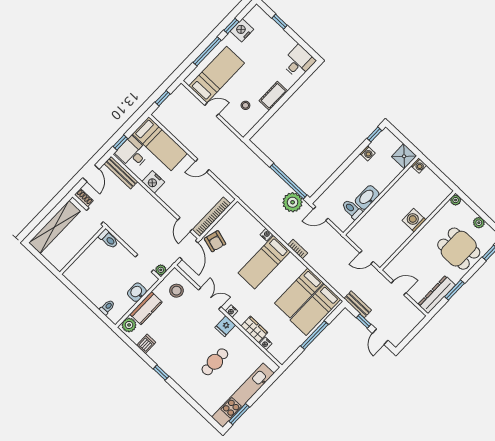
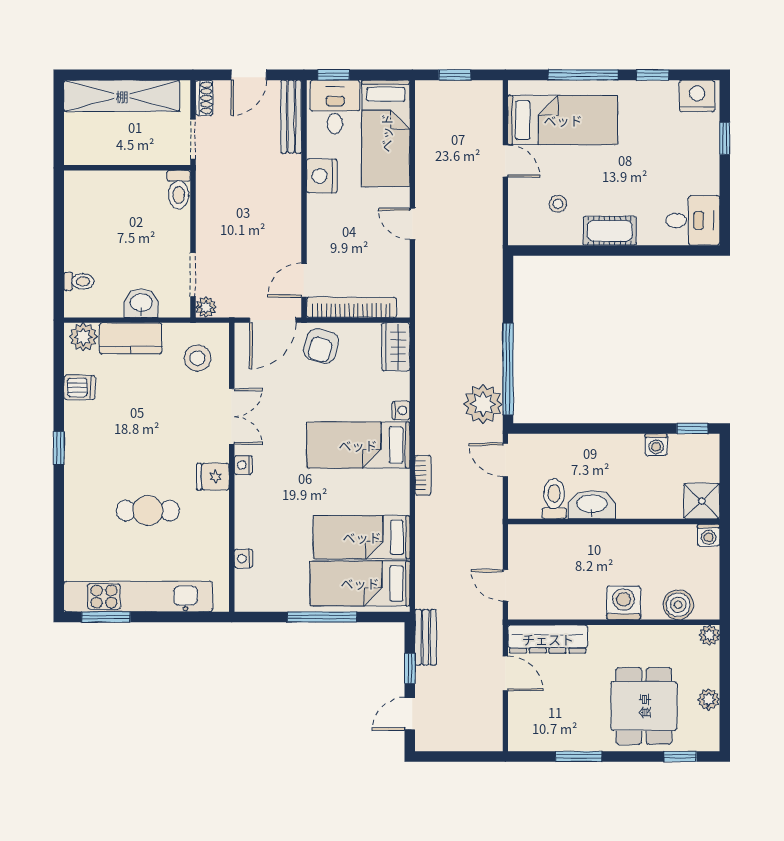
nightstand: (242, 30) -> (697, 96), moved
boiler: (434, 201) -> (678, 605), added
dresser: (437, 295) -> (548, 639), moved, turned 180
wardrobe: (254, 329) -> (396, 347), moved, turned 180

